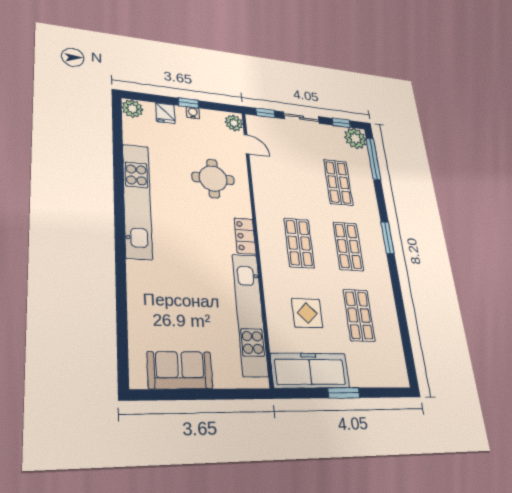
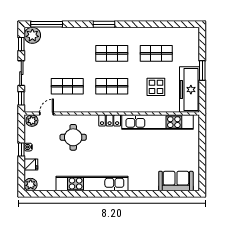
shop shelf: (338, 182) -> (67, 86), moved
sofa: (180, 370) -> (176, 181), moved, turned 90

